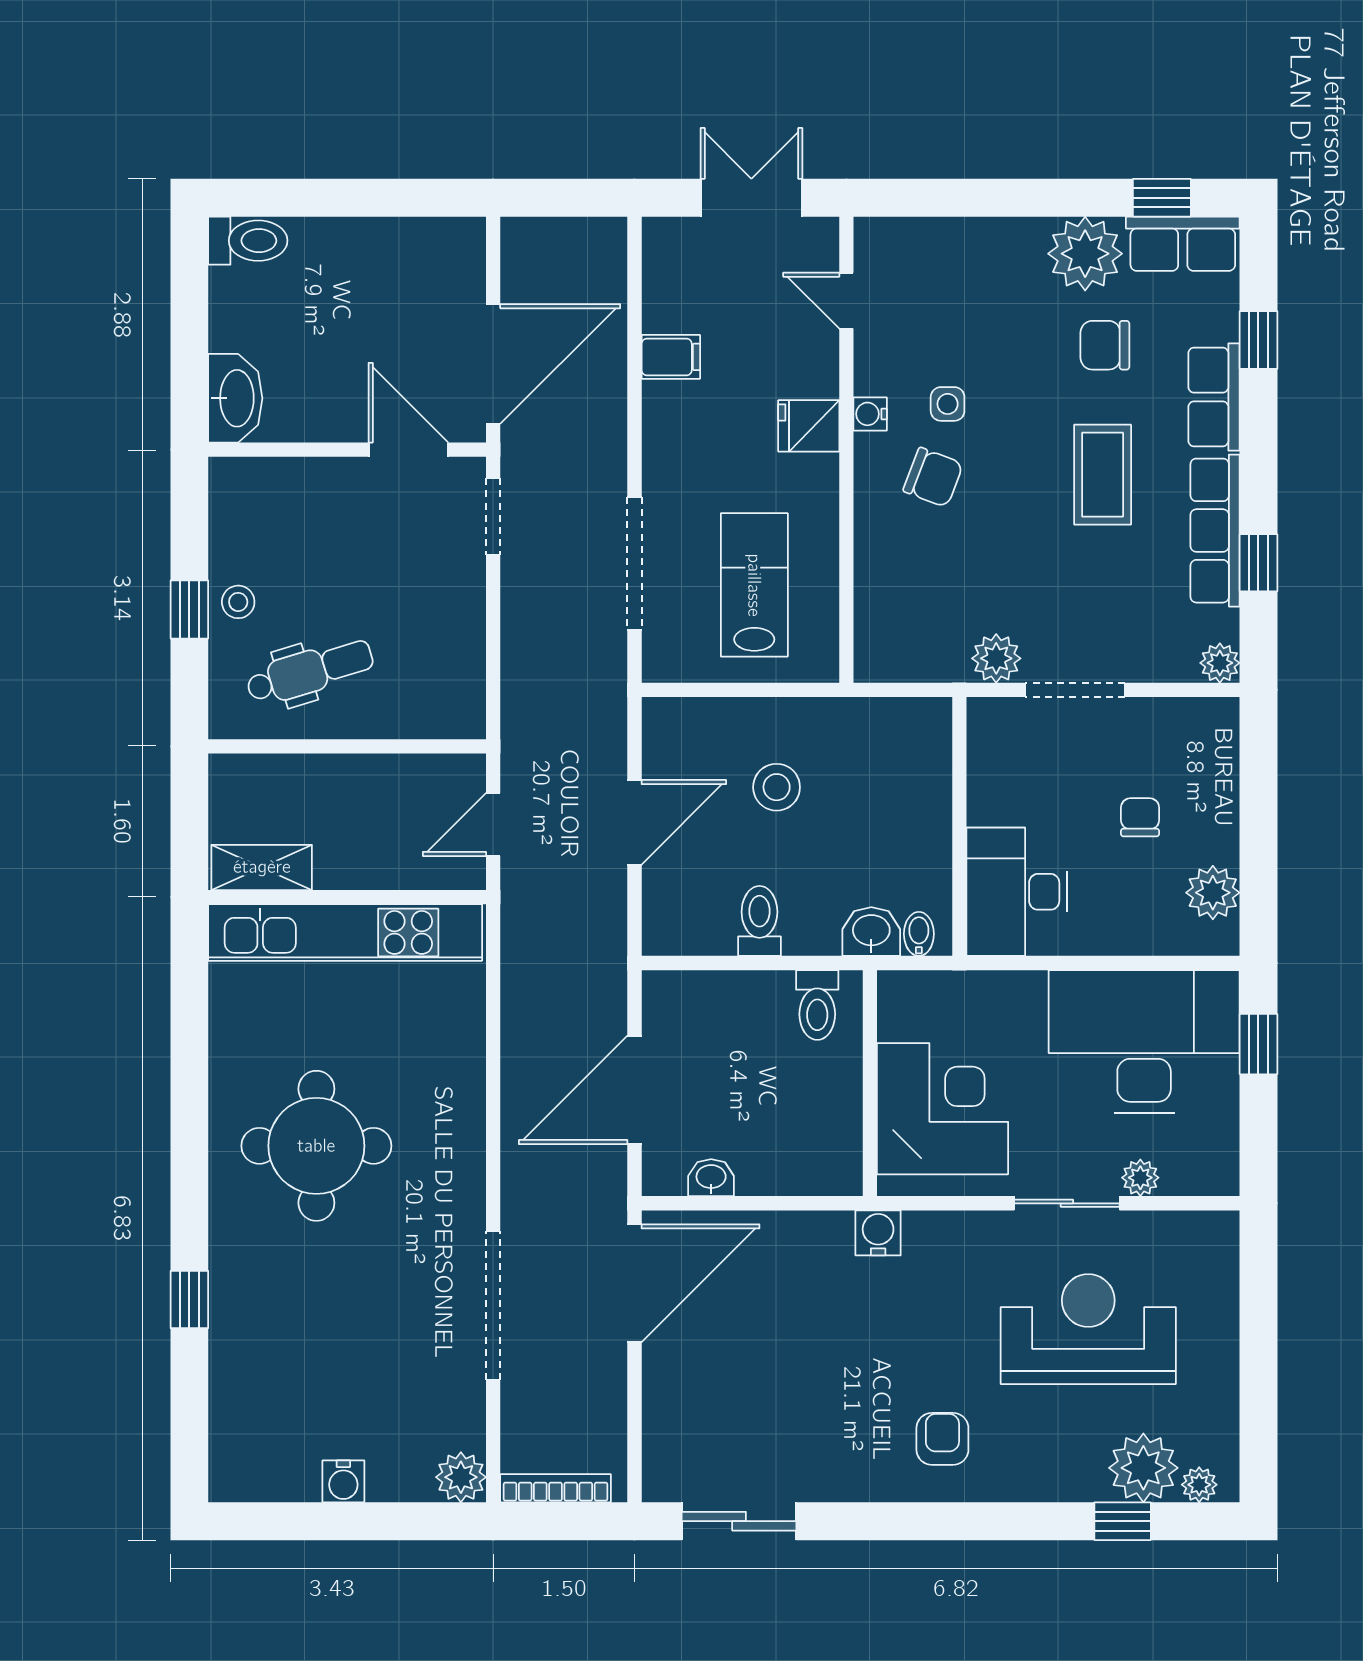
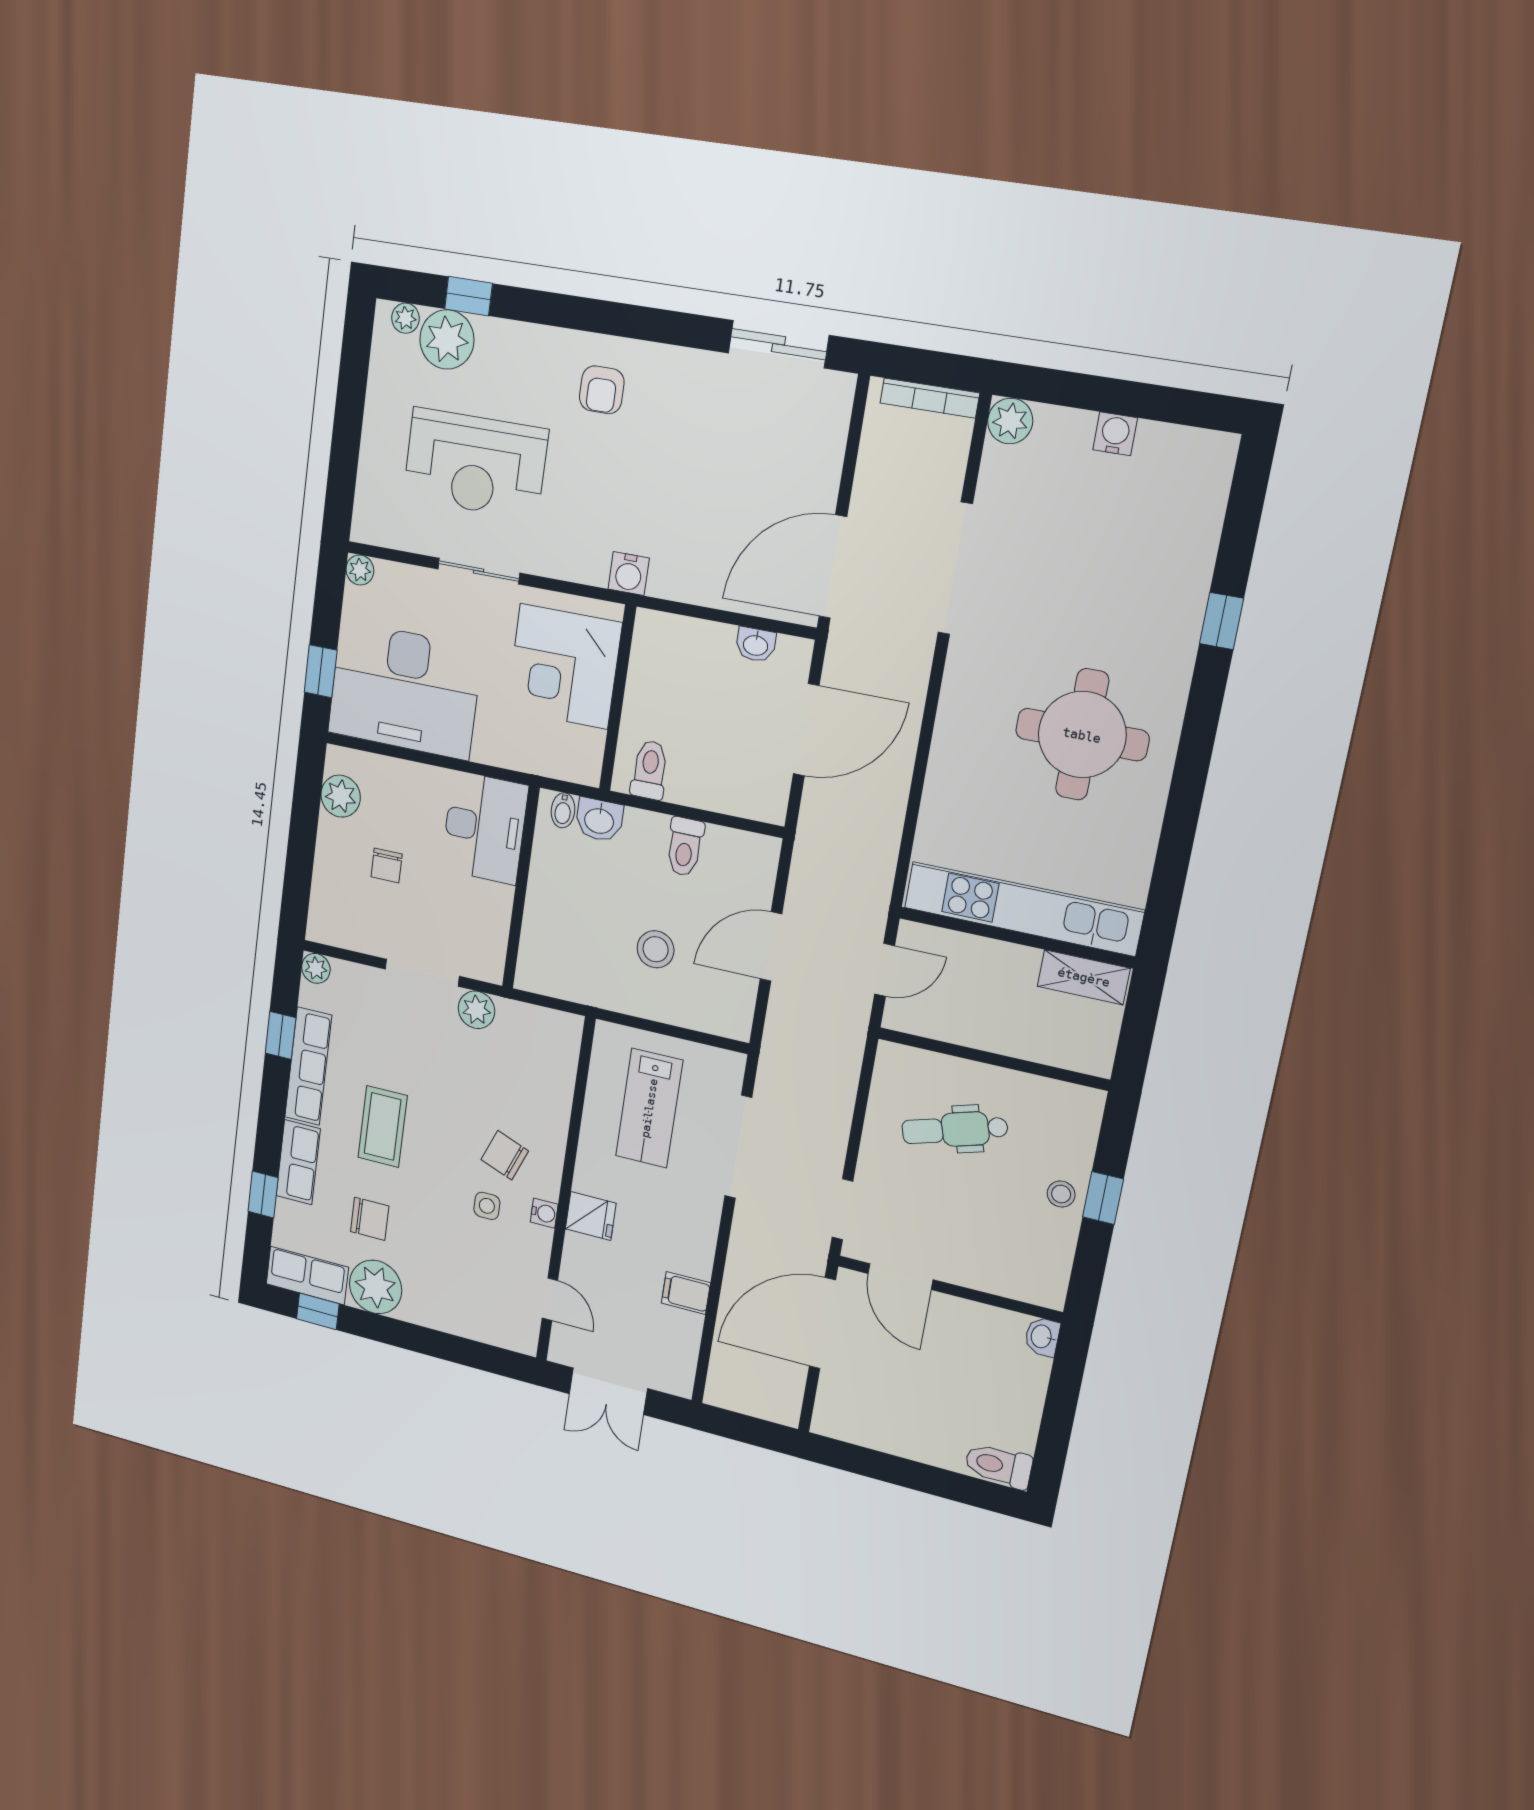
washbasin: (235, 398) -> (1042, 1337), width x0.52, depth x0.69
dental chair: (310, 671) -> (955, 1130), moved
plant: (1140, 1178) -> (360, 570), moved

